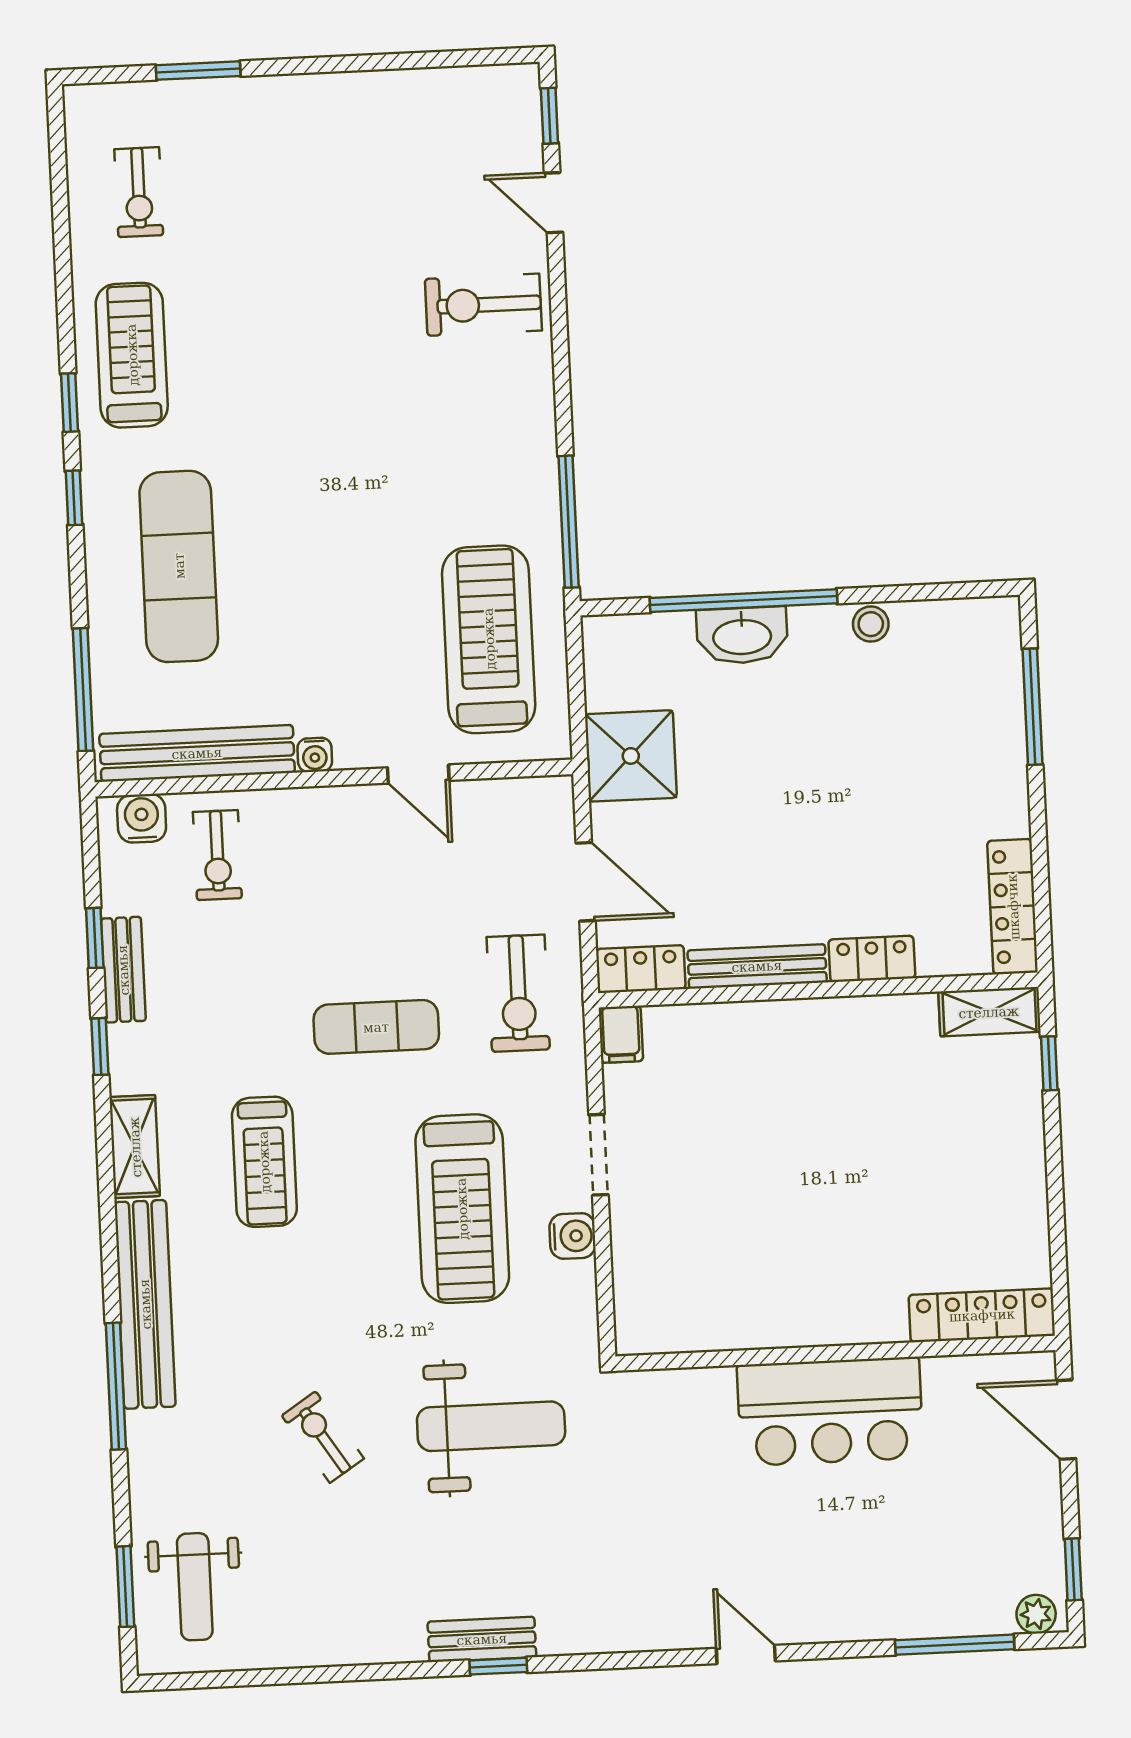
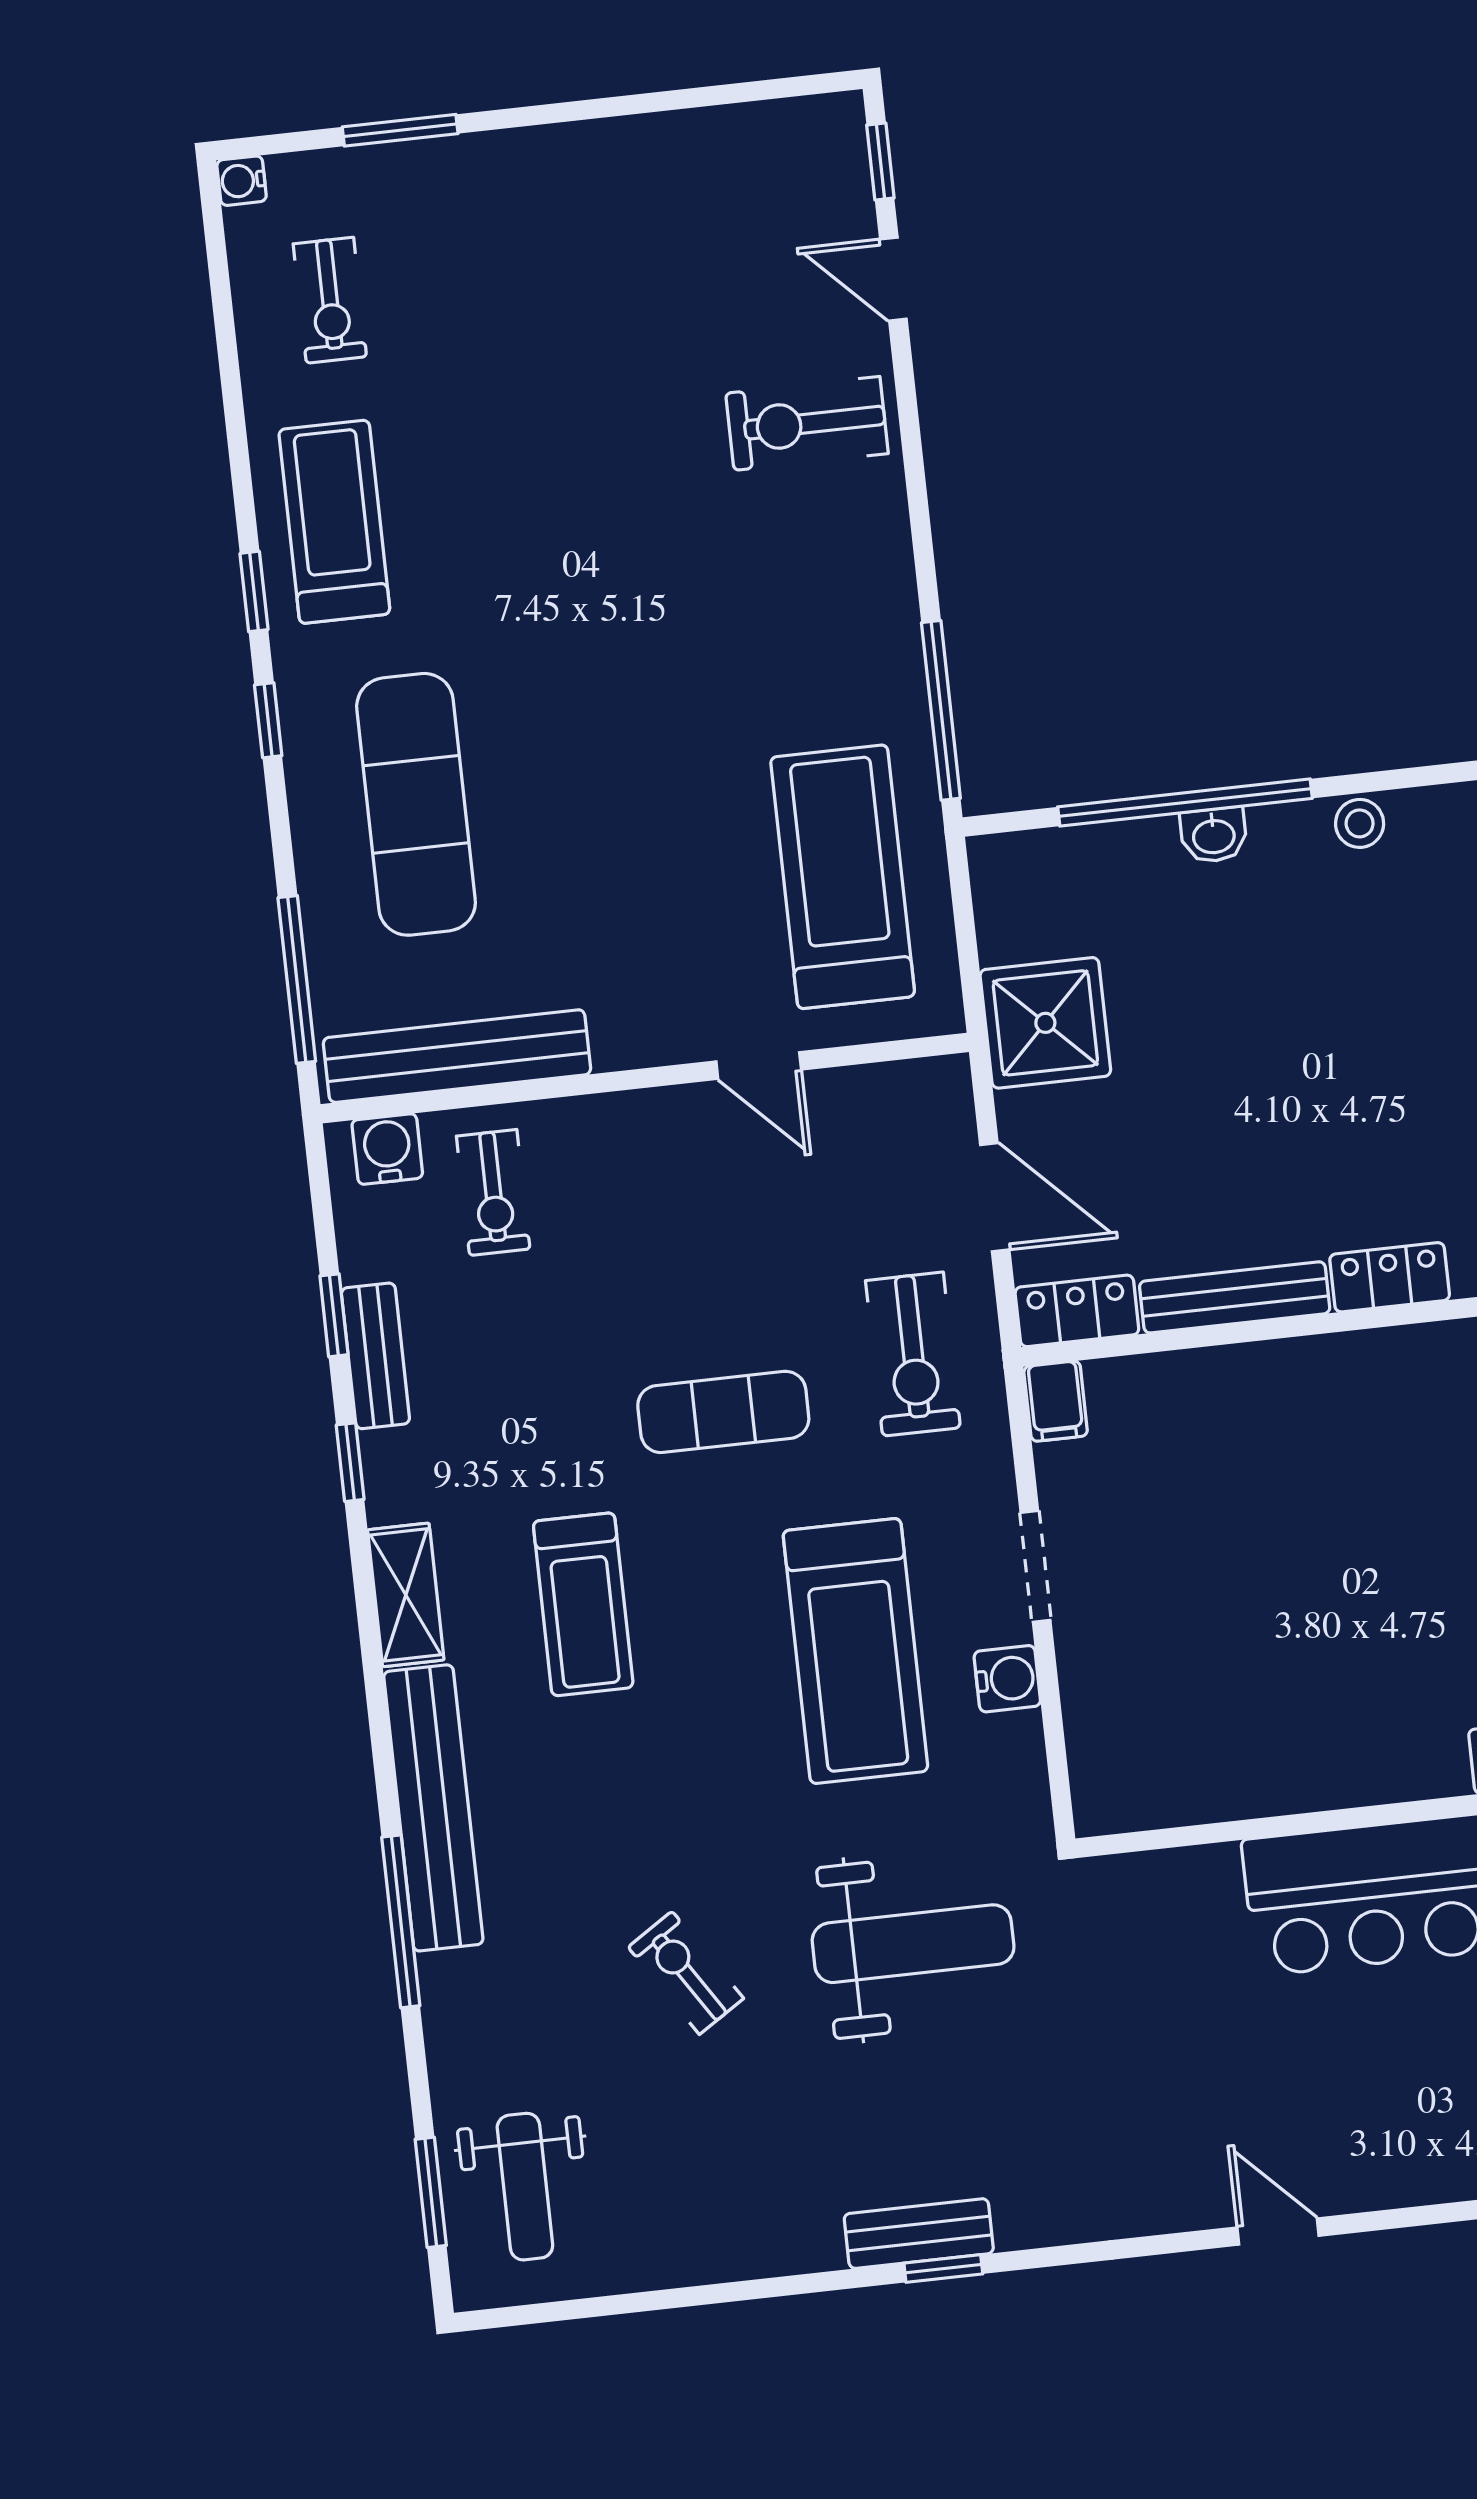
washbasin: (742, 635) -> (1214, 835), width x0.52, depth x0.69
water cooler: (315, 755) -> (242, 181), moved, turned 90

